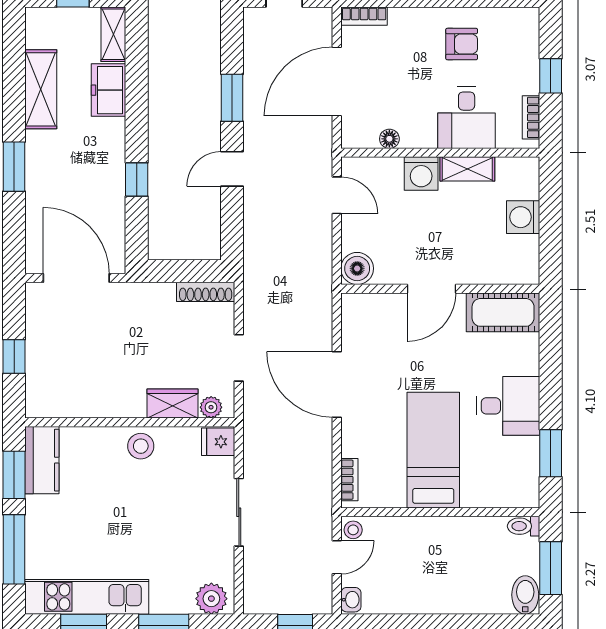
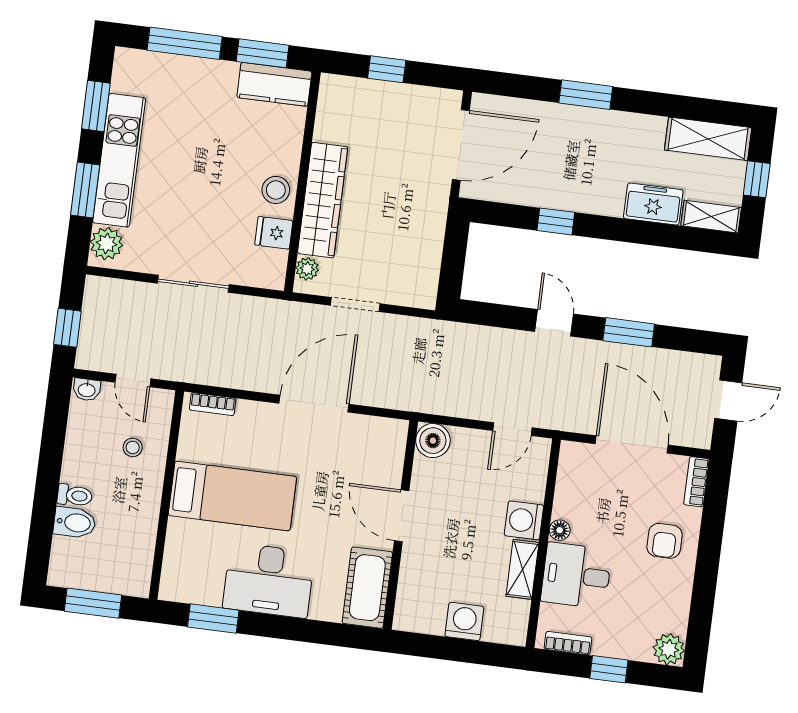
plant: (525, 22) -> (669, 649), added
armchair: (462, 44) -> (665, 541), moved
shelving: (41, 89) -> (708, 139), moved
floor lamp: (389, 139) -> (560, 530), moved
shoe rack: (206, 292) -> (429, 279), removed
wardrobe: (173, 403) -> (323, 200), width x2.10, depth x1.17
desk: (508, 406) -> (269, 580), width x1.37
fridge: (218, 442) -> (274, 233), moved, turned -90
toilet: (524, 526) -> (75, 495), moved, turned 90
stool: (353, 530) -> (133, 447), moved
bidet: (525, 595) -> (75, 523), moved
kitchen unit: (87, 597) -> (119, 160), moved

